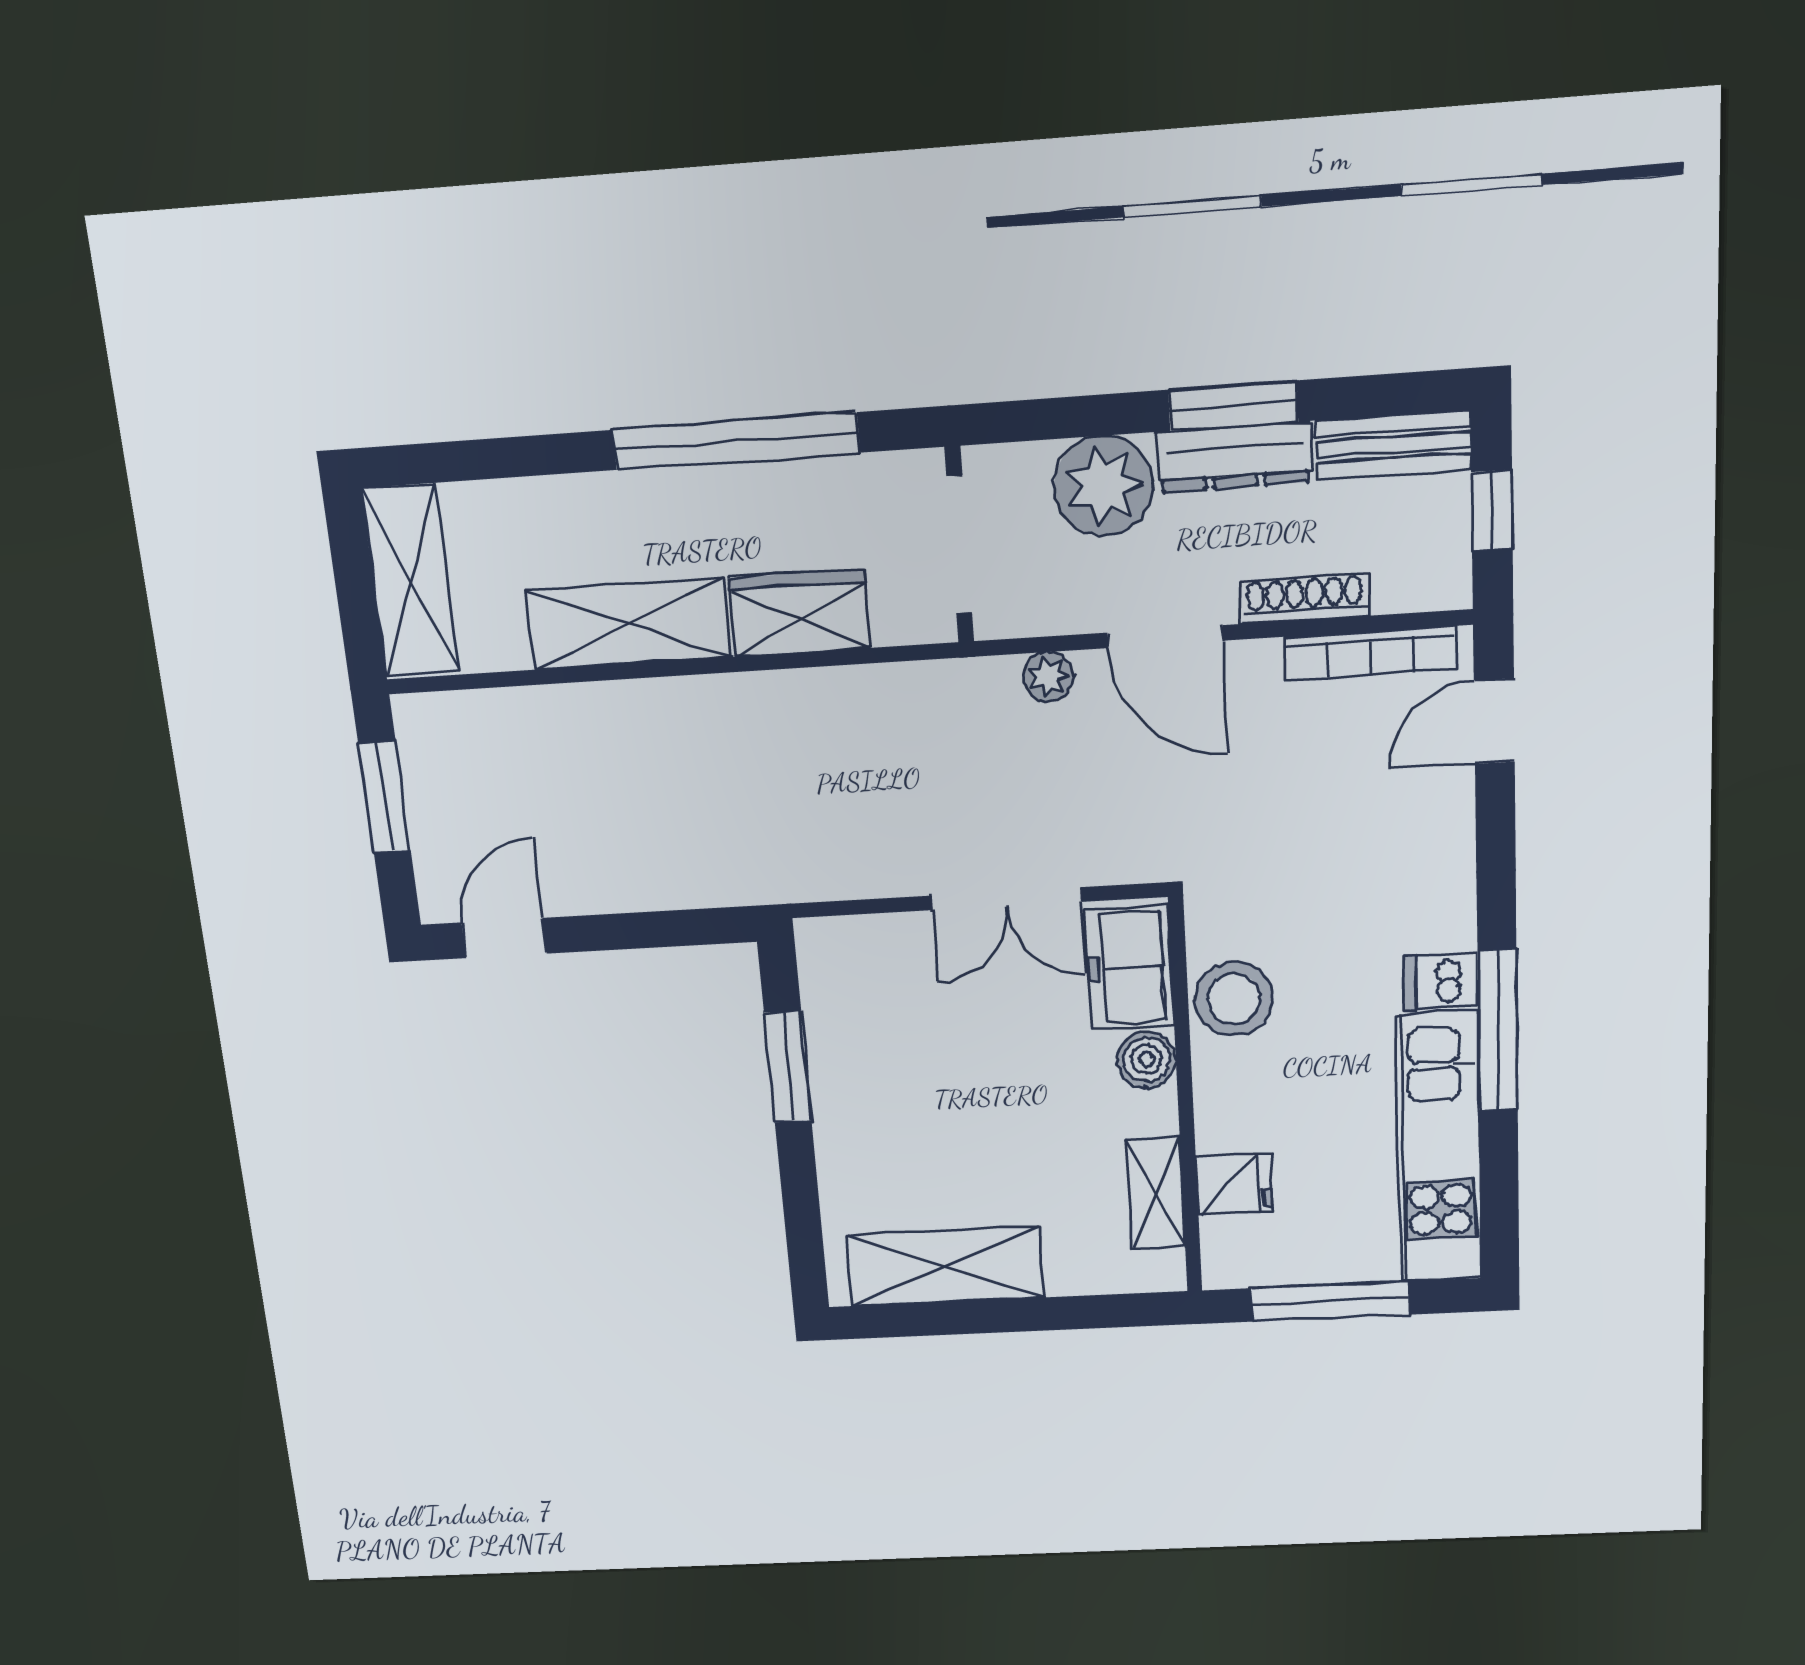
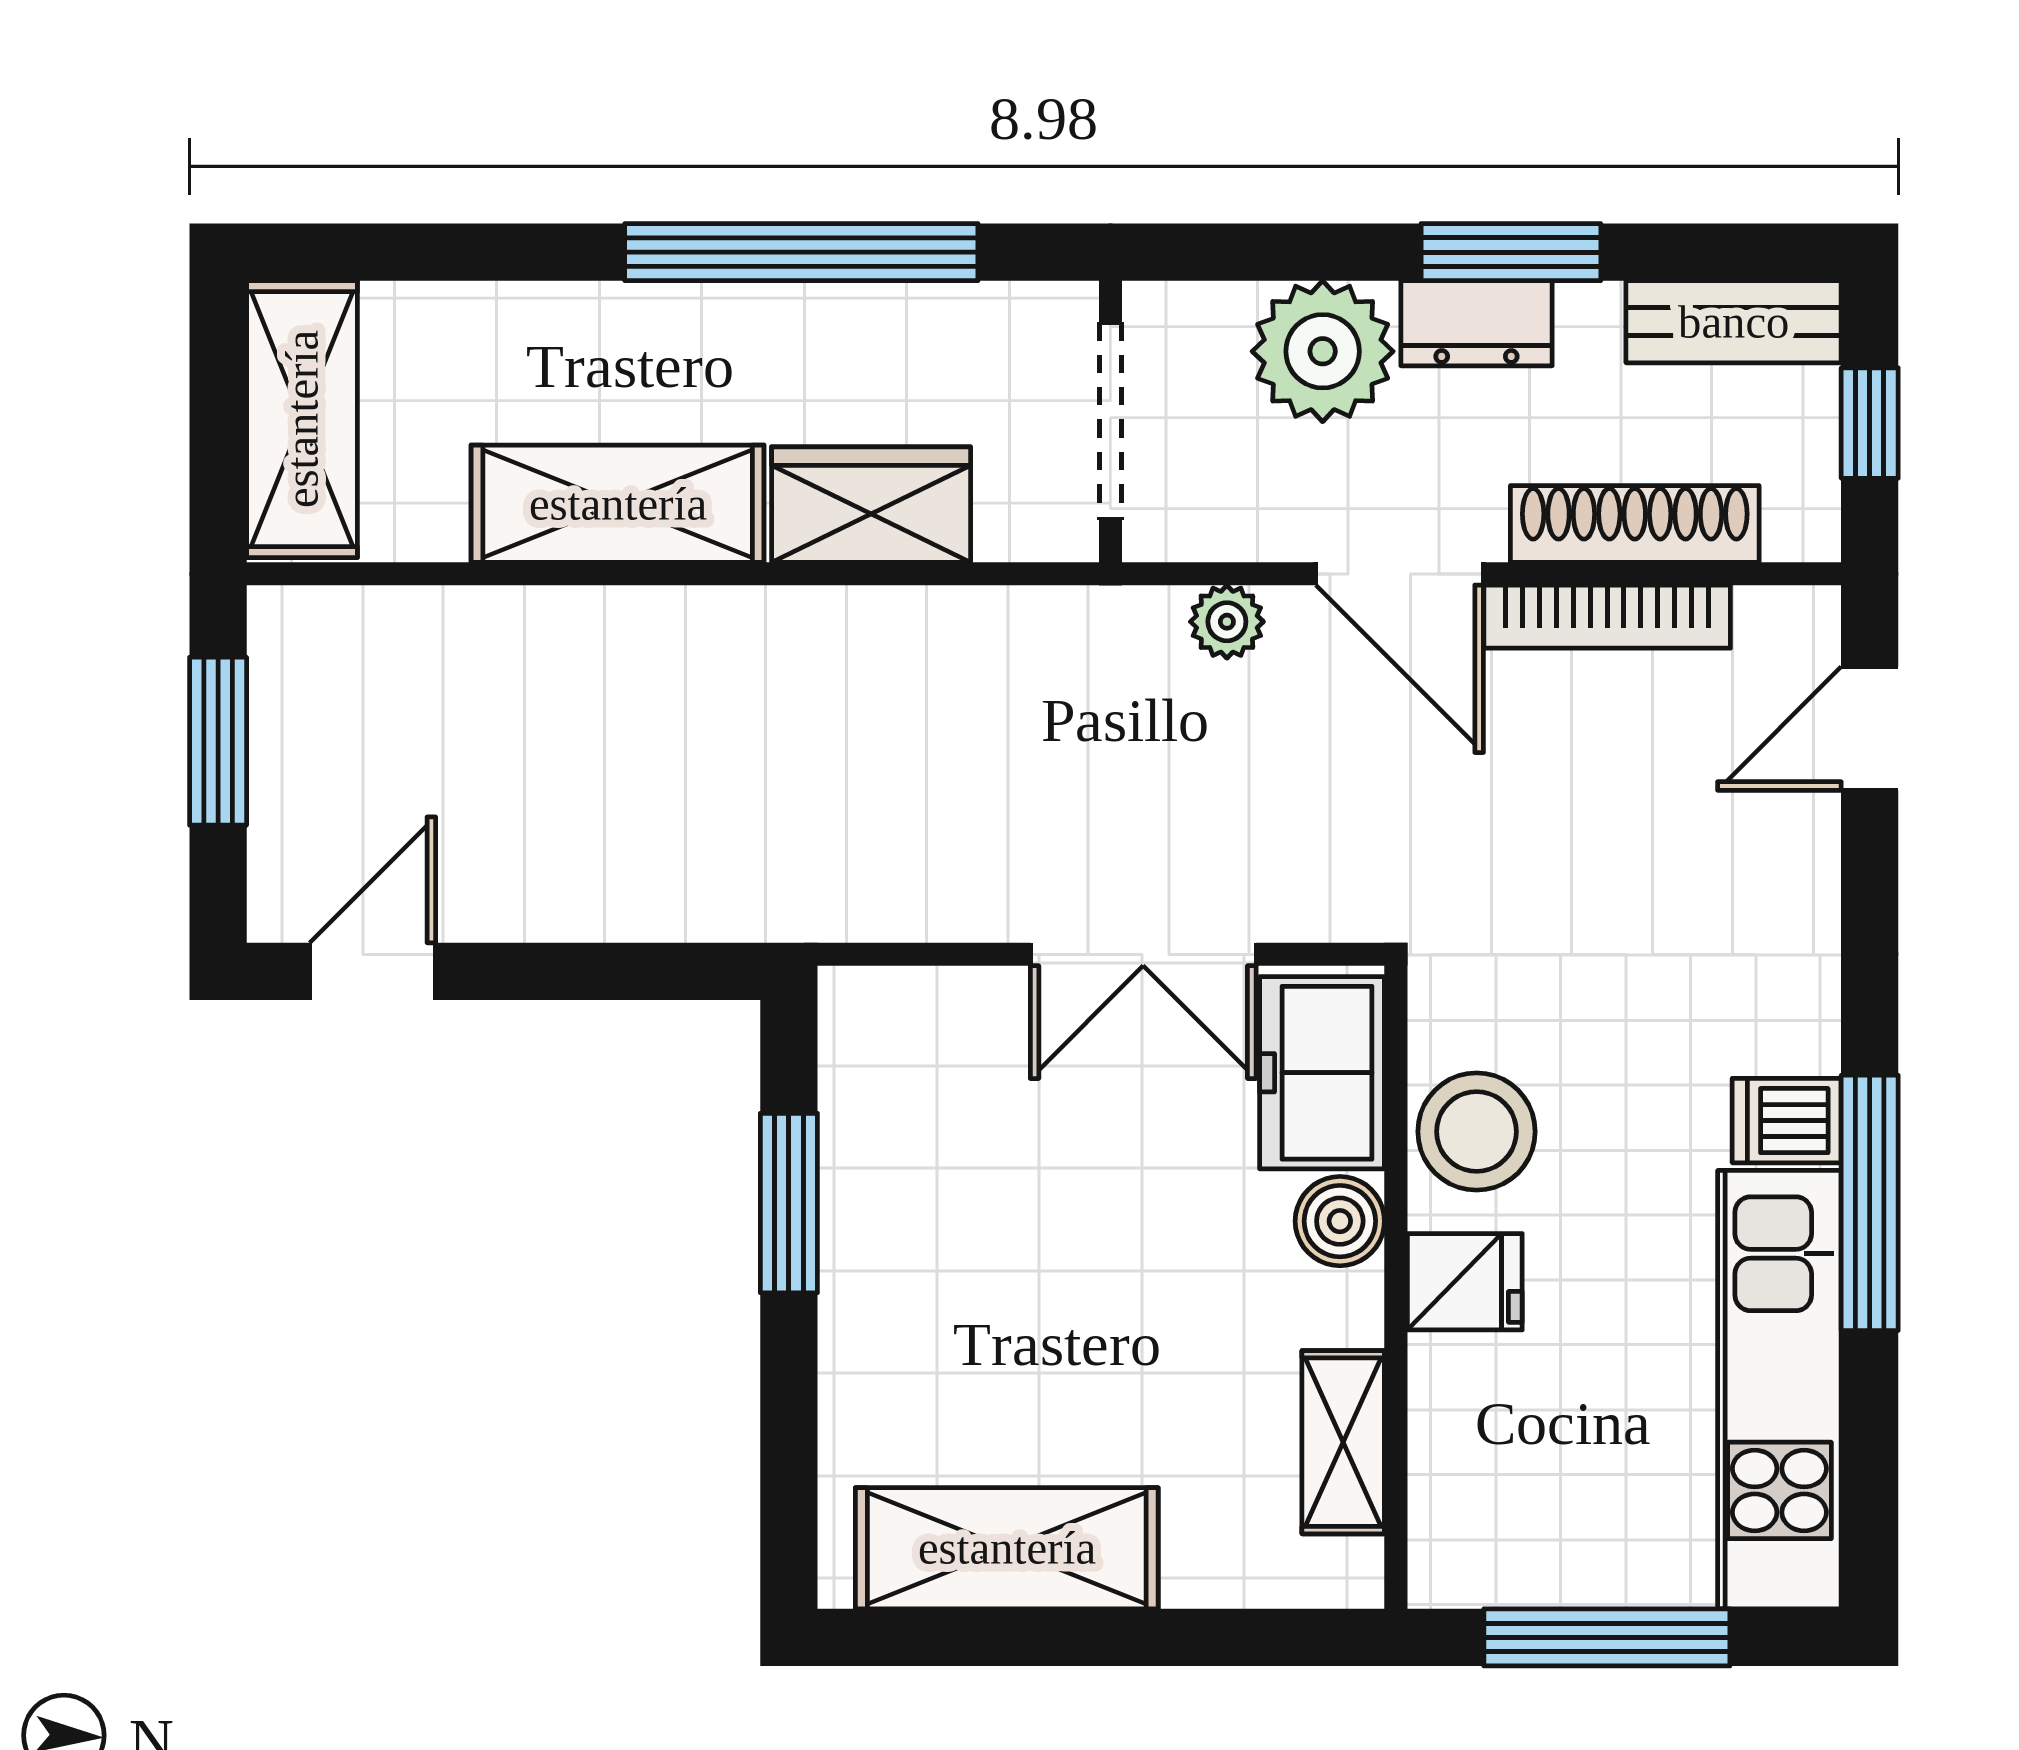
dresser: (1234, 457) -> (1476, 323), width x0.70
shoe rack: (1305, 598) -> (1635, 524), width x1.36, depth x1.24
bookcase: (1370, 653) -> (1607, 617), moved
fridge: (1234, 1184) -> (1465, 1282), moved

